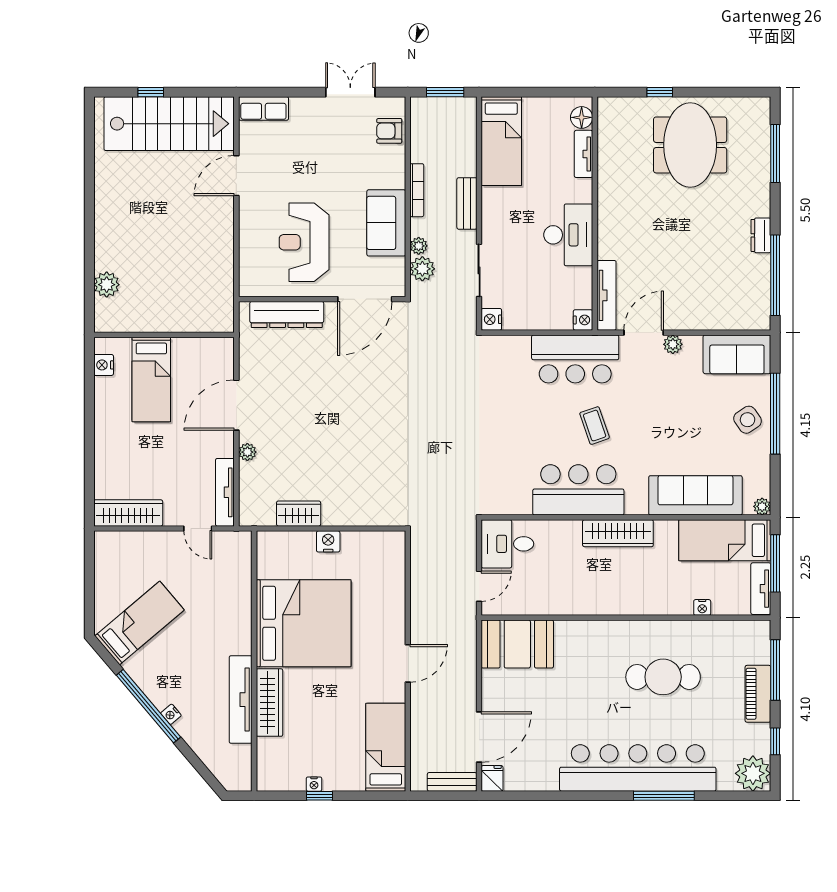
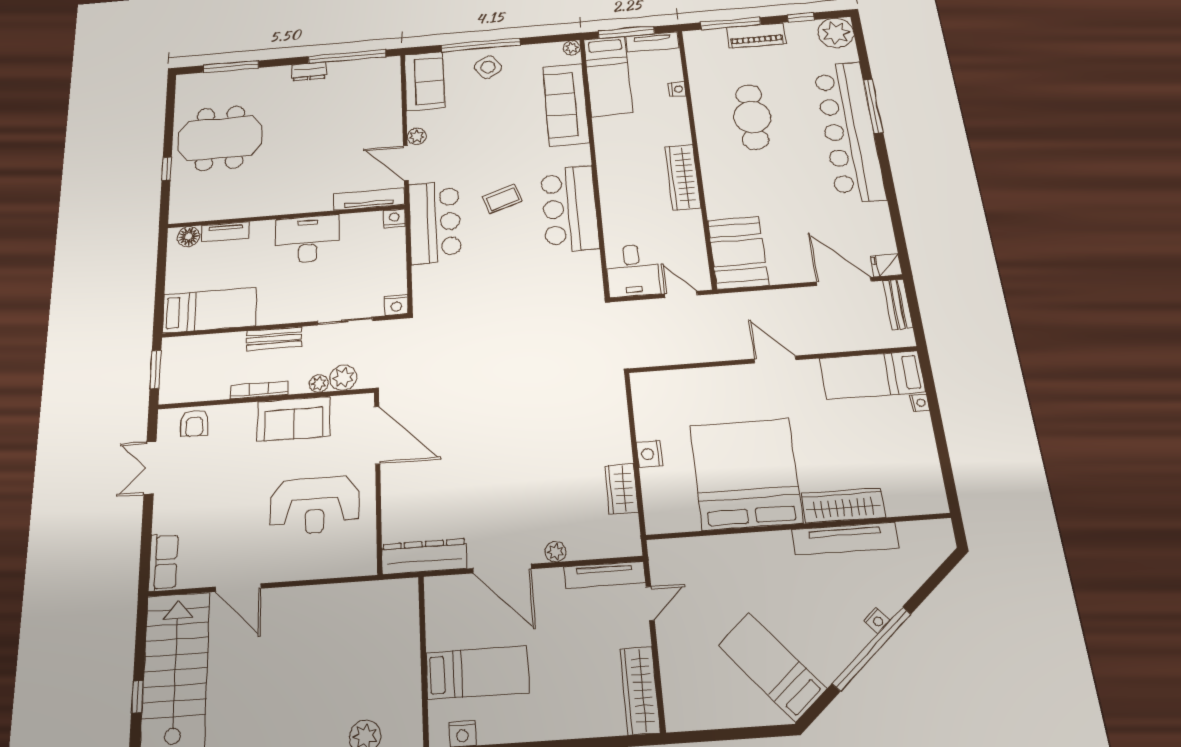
dresser: (287, 315) -> (424, 556), moved, turned -90
wardrobe: (618, 533) -> (683, 177), moved, turned 180
nightstand: (314, 784) -> (920, 403), moved
window: (319, 796) -> (941, 442), removed

